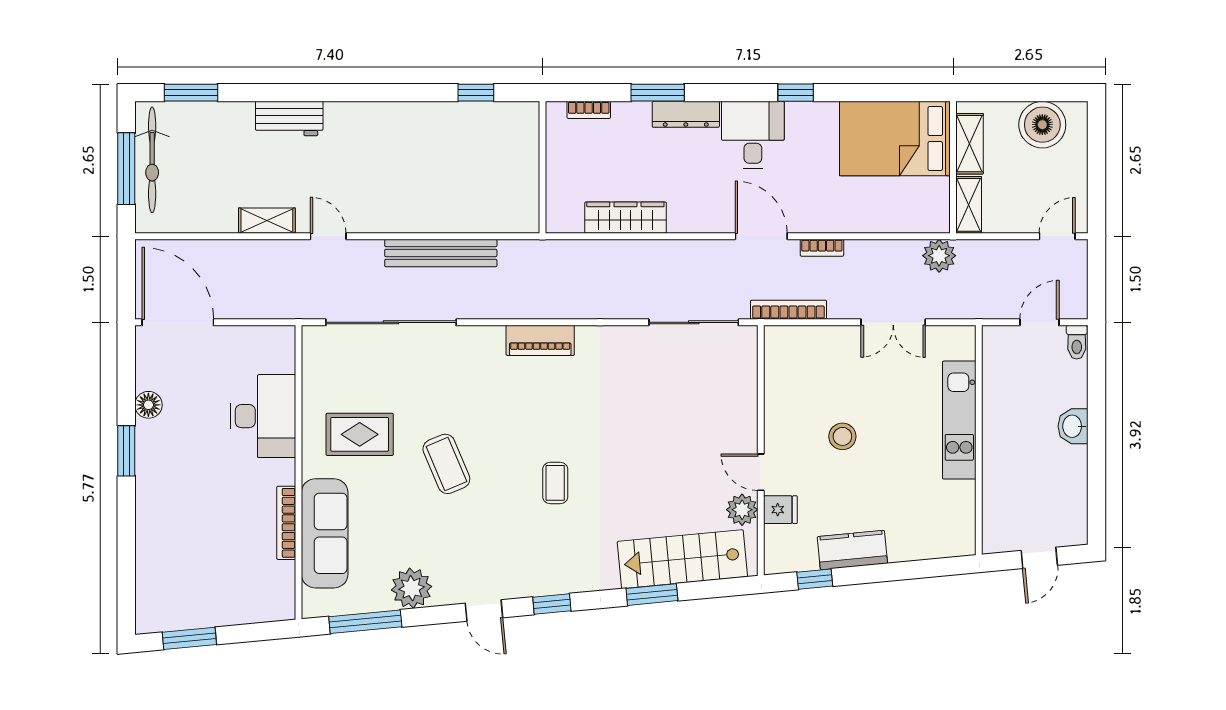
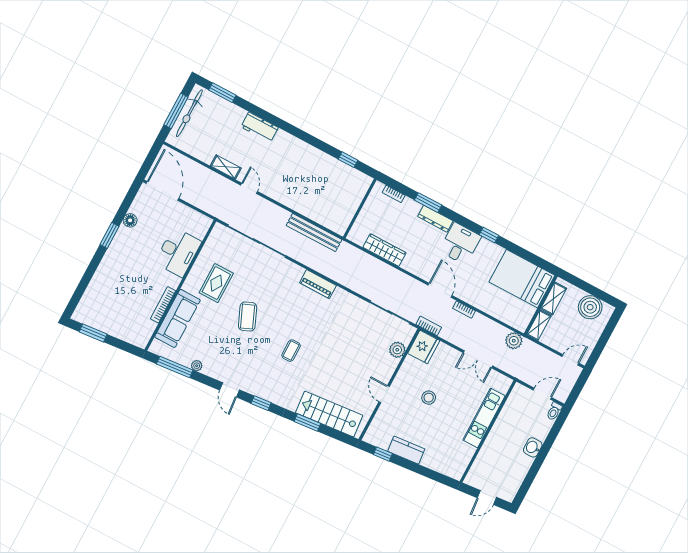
bench: (441, 253) -> (314, 232), moved
bookcase: (788, 310) -> (429, 326), width x0.64
rug: (360, 434) -> (216, 283), turned 90
plant: (742, 510) -> (397, 350), moved
fridge: (780, 510) -> (424, 347), moved, width x1.88, depth x1.34
plant: (412, 588) -> (197, 366), width x0.53, depth x0.53

